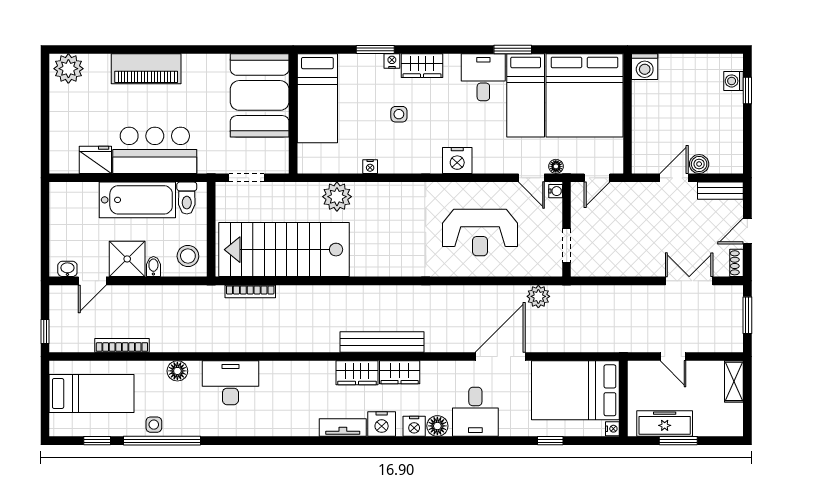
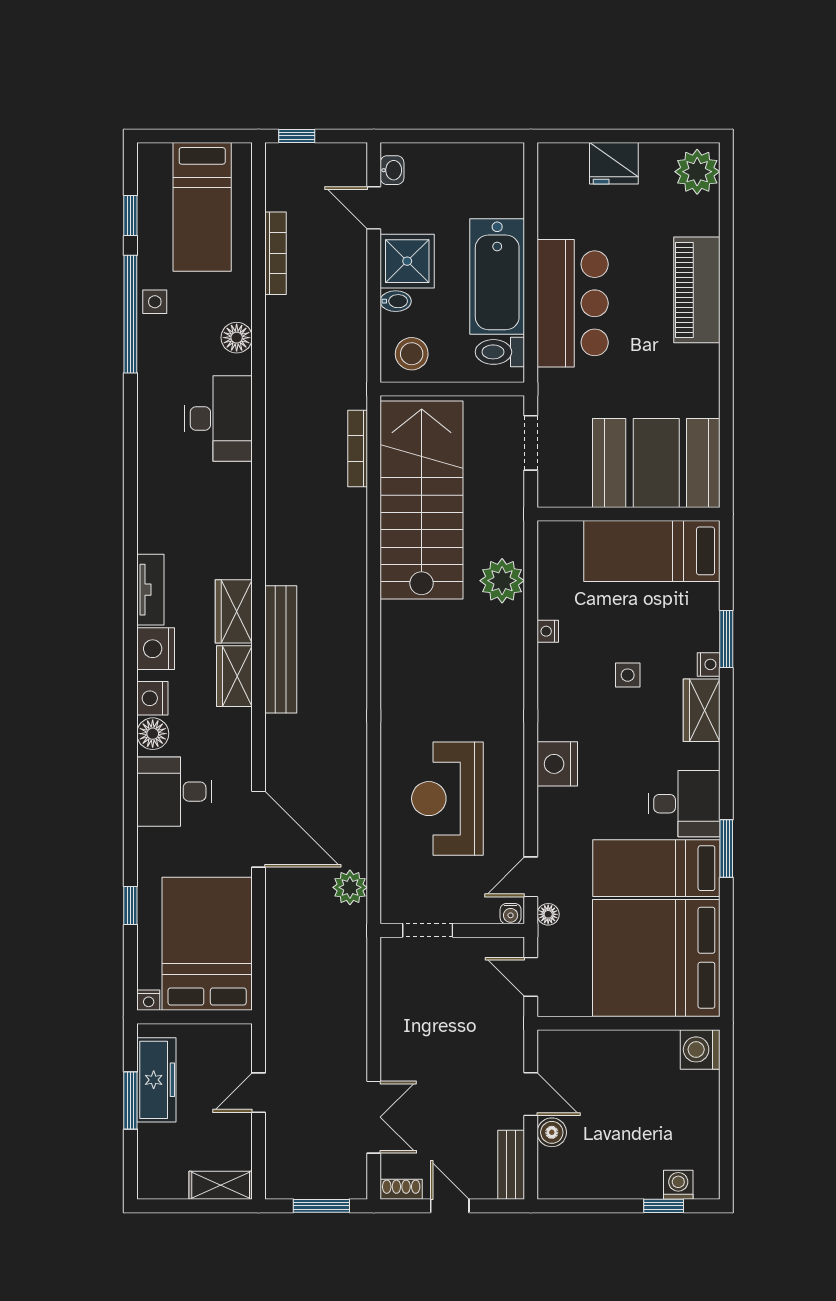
fridge: (95, 160) -> (614, 163), moved, turned 90

